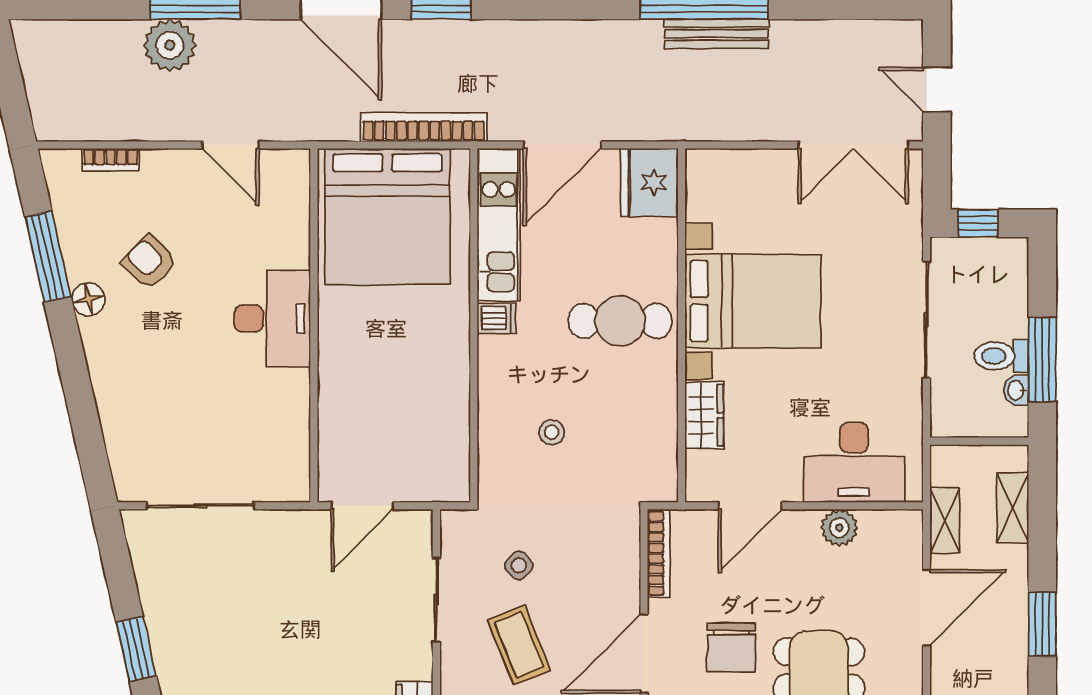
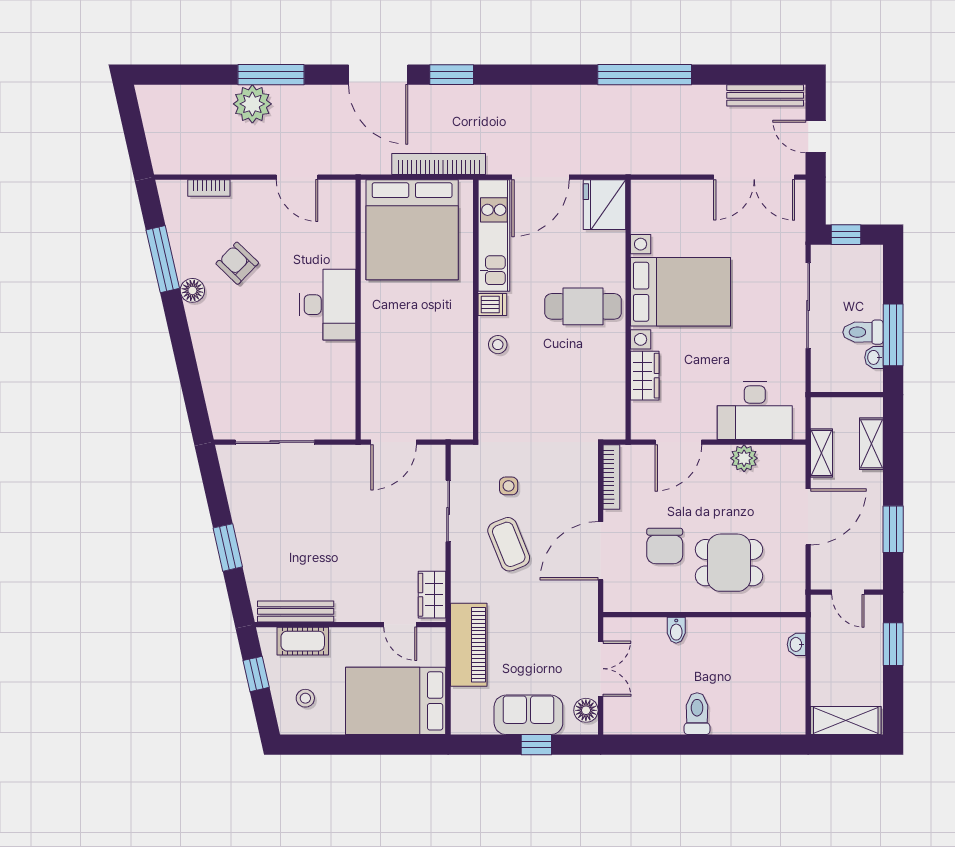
bench: (717, 34) -> (765, 95), moved
stool: (552, 432) -> (498, 345), moved
side table: (519, 565) -> (509, 486), turned 45

